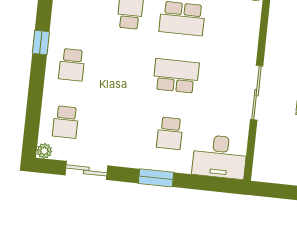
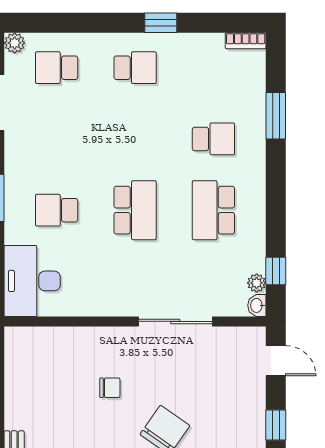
school desk: (72, 65) -> (135, 68), turned 180
sliding door: (257, 93) -> (175, 321), moved

